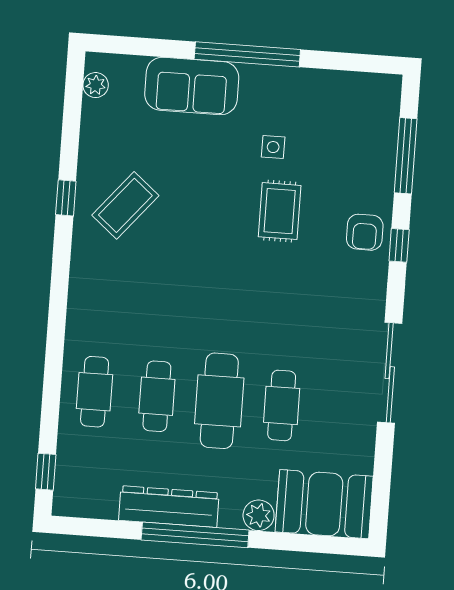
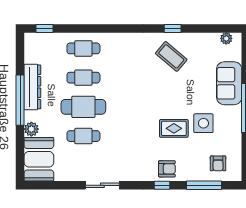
armchair: (361, 122) -> (218, 163), added
side table: (273, 147) -> (203, 123), width x1.87, depth x1.87
armchair: (365, 232) -> (167, 169), turned 180
sliding door: (390, 373) -> (102, 185), width x0.73

